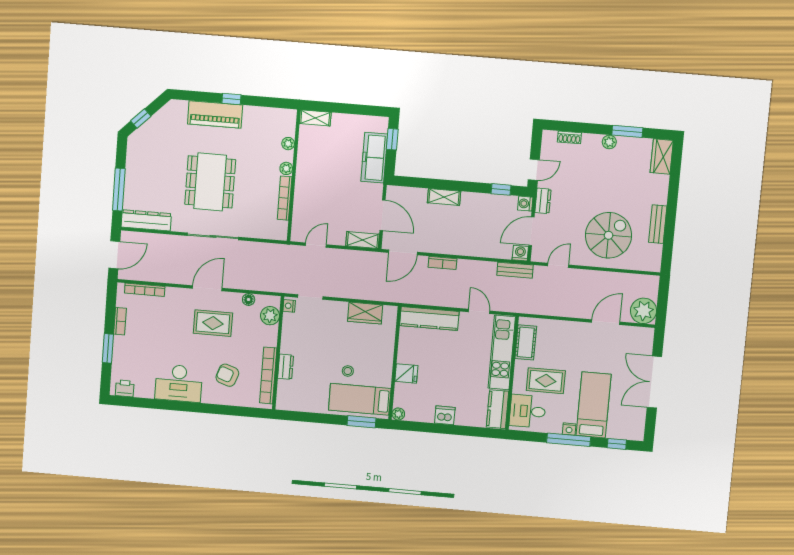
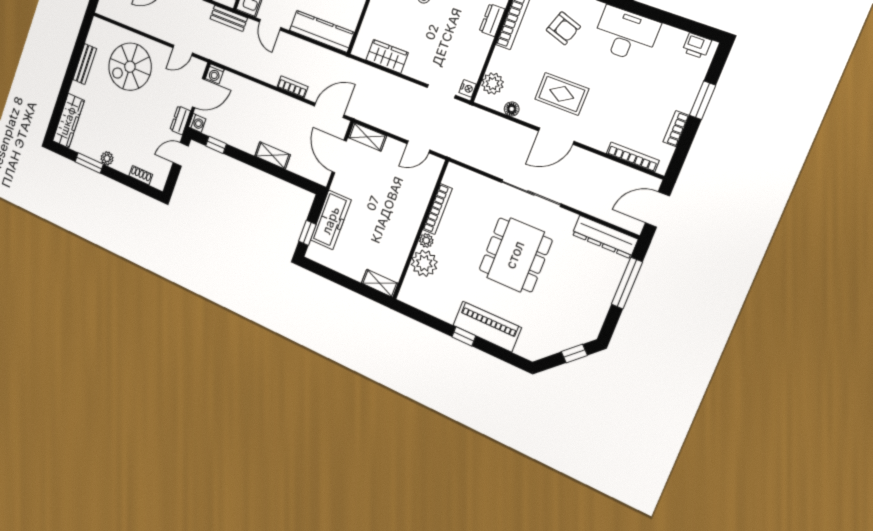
plant: (288, 144) -> (424, 263), width x1.87, depth x1.87
wardrobe: (662, 156) -> (68, 121), width x1.50
bench: (515, 270) -> (229, 18), moved

